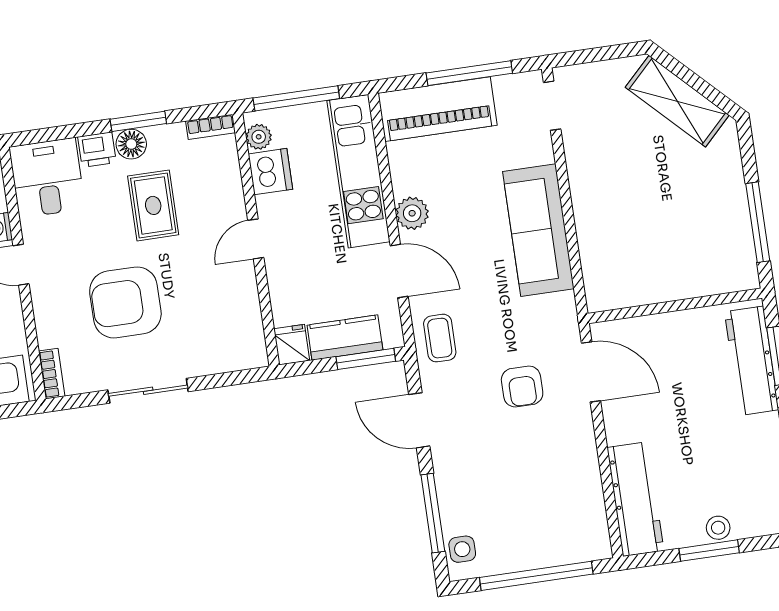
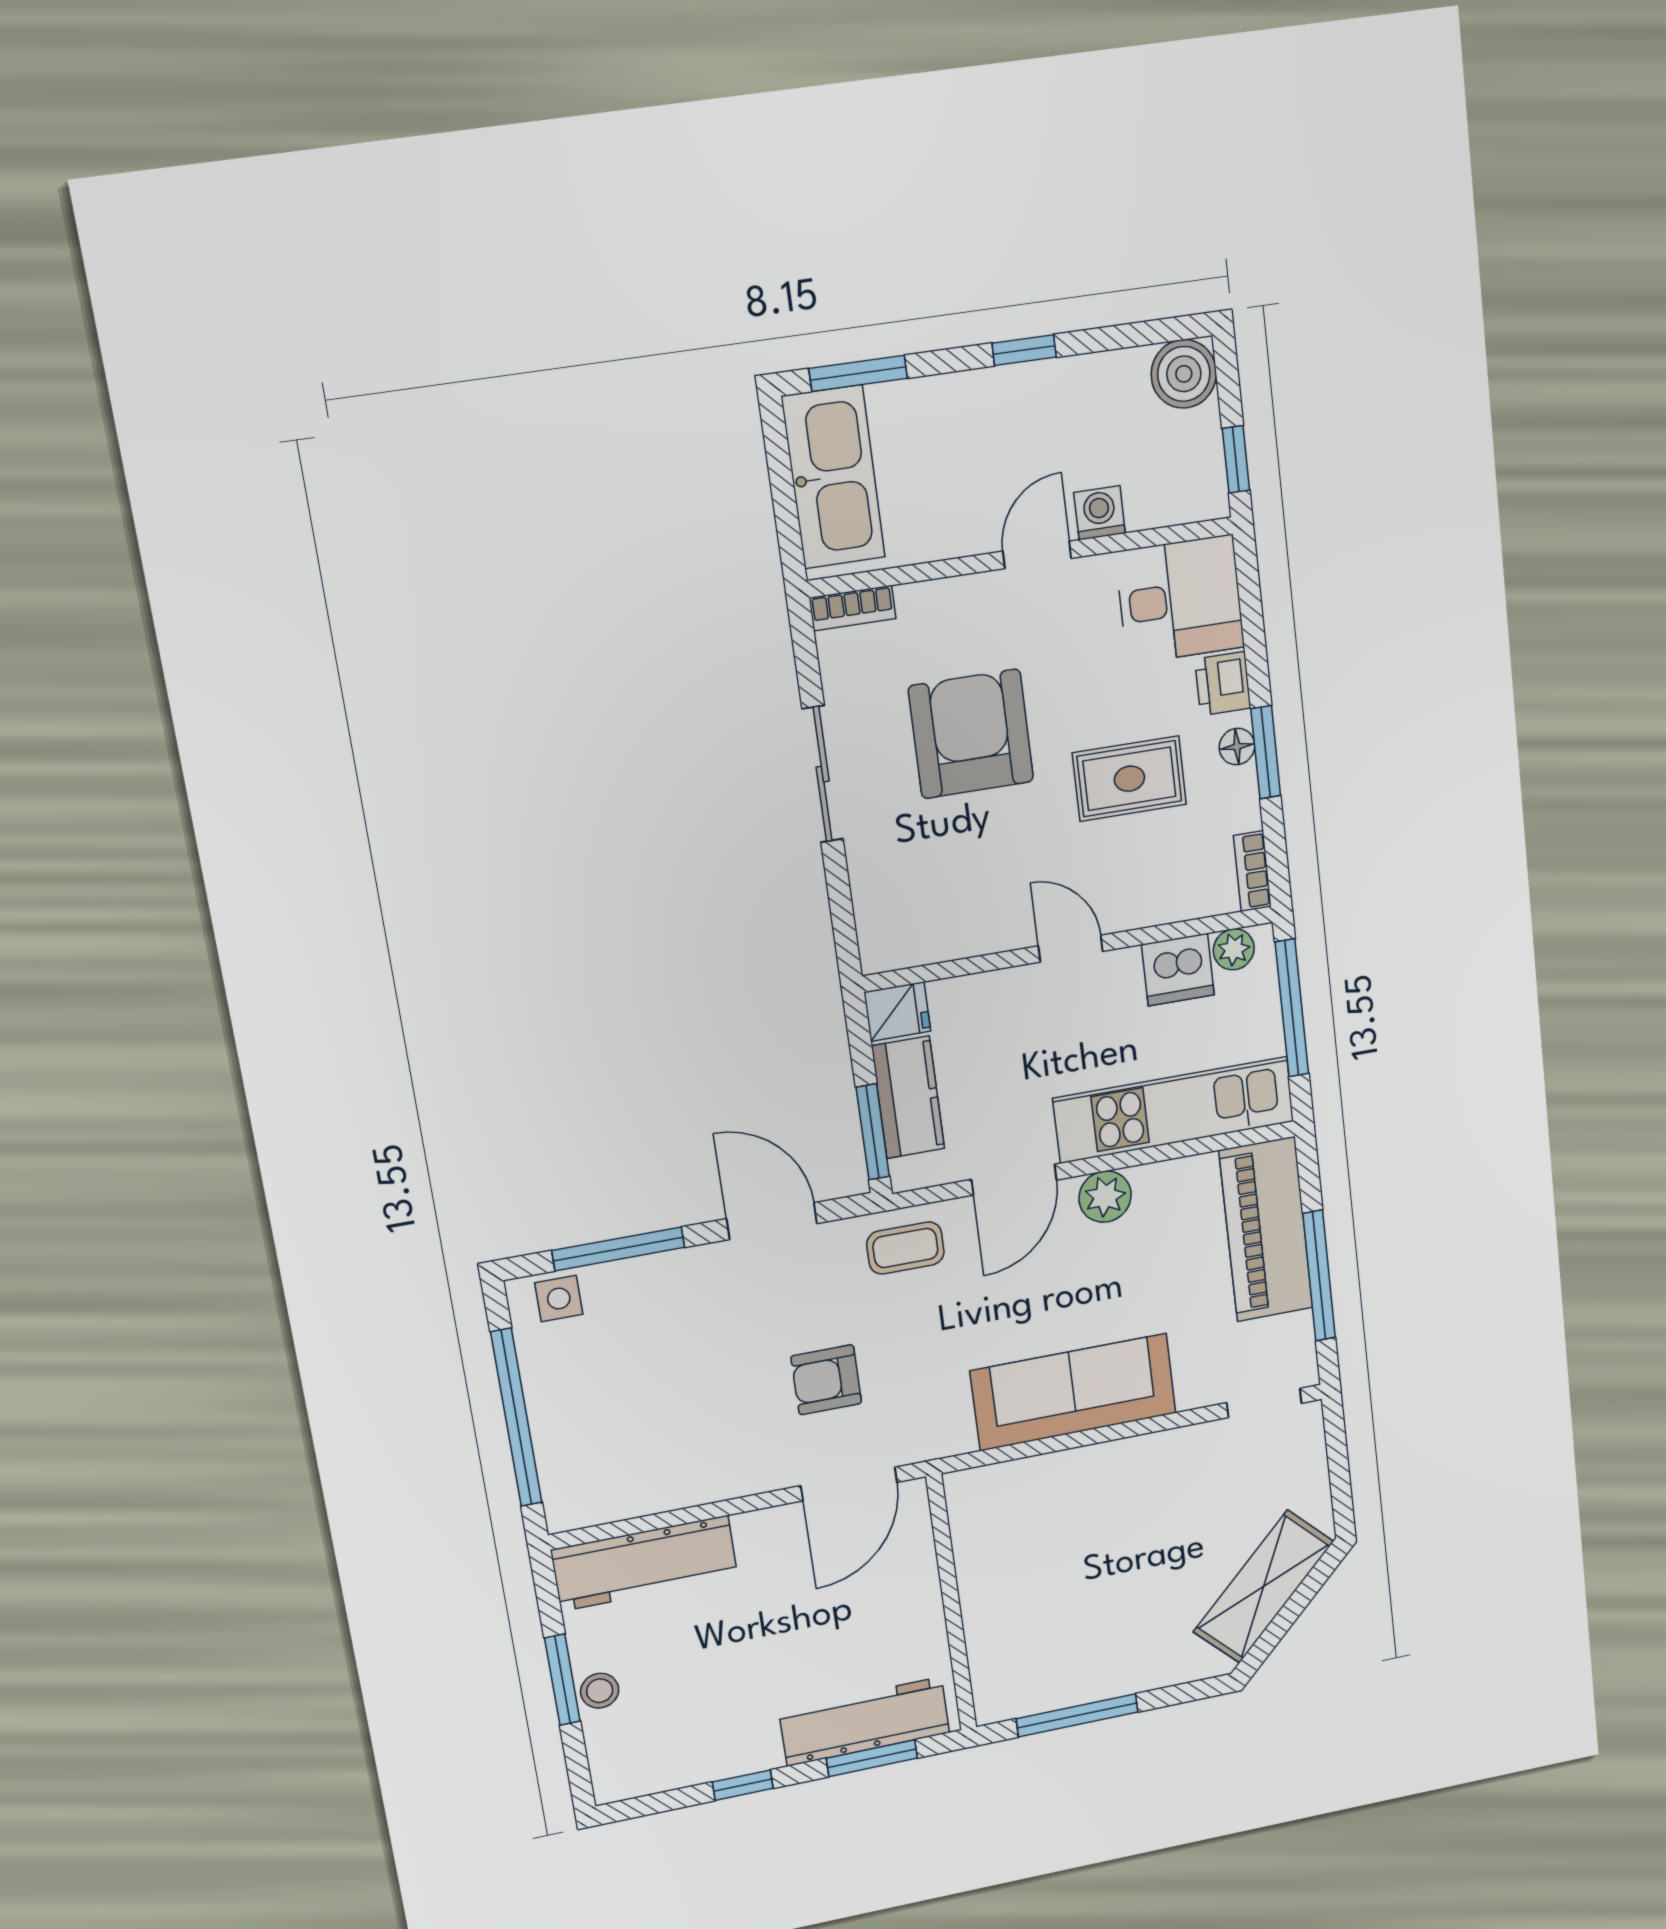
floor lamp: (131, 144) -> (1237, 747), width x0.73, depth x0.73
door: (419, 420) -> (772, 1221), hinge flipped

